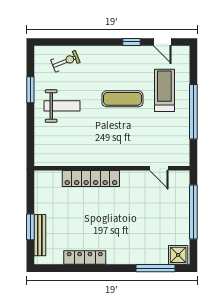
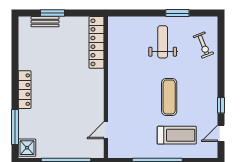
weight bench: (62, 106) -> (163, 42), turned 180
locker: (91, 178) -> (97, 42), moved
bench: (40, 235) -> (45, 22), width x0.73
locker: (85, 258) -> (25, 90), moved

